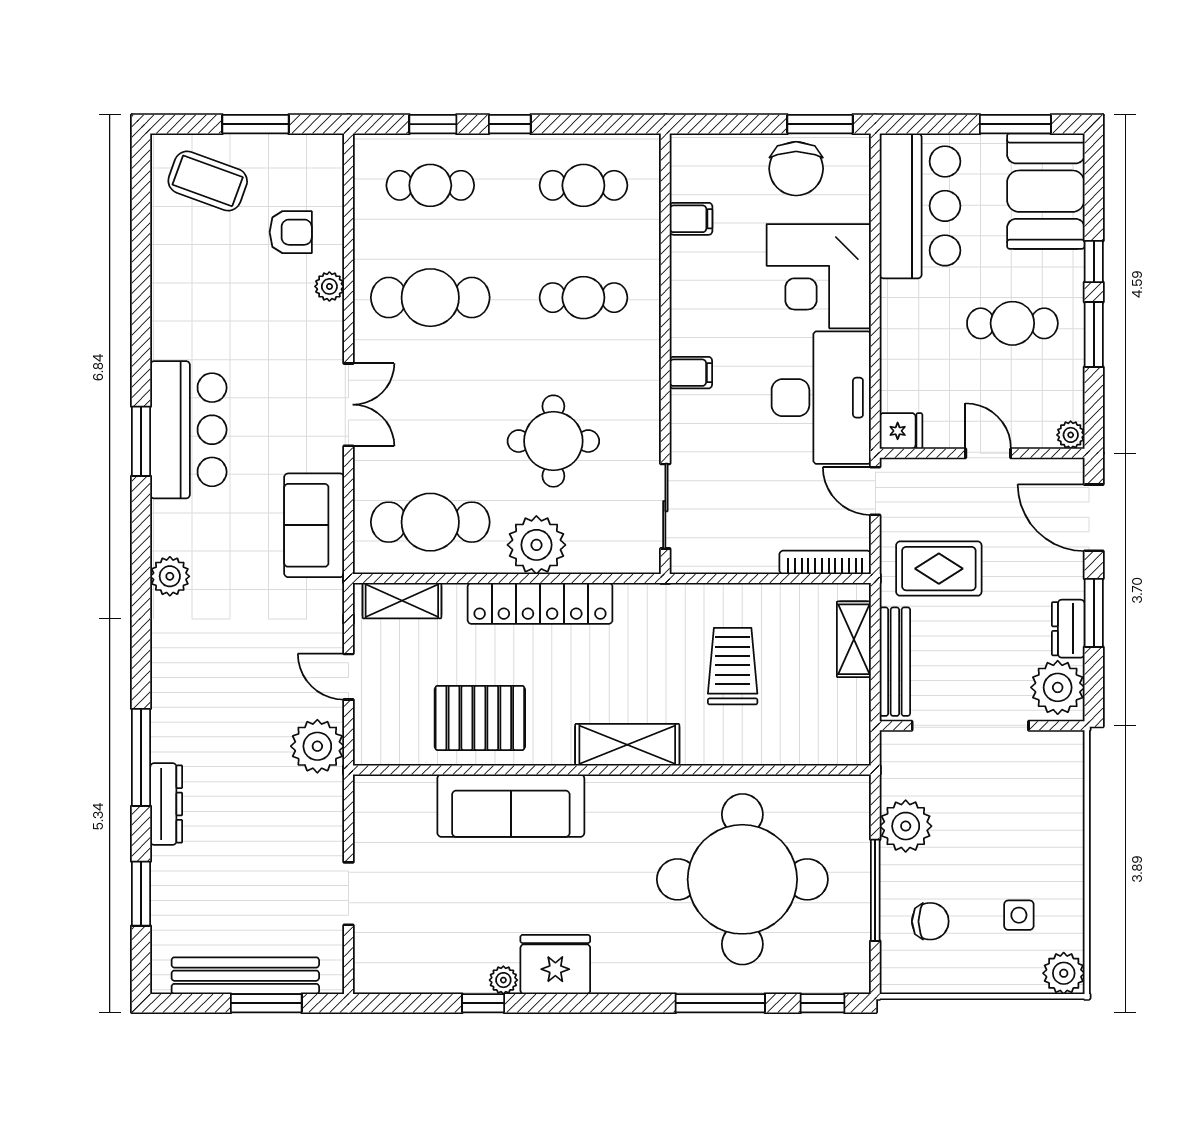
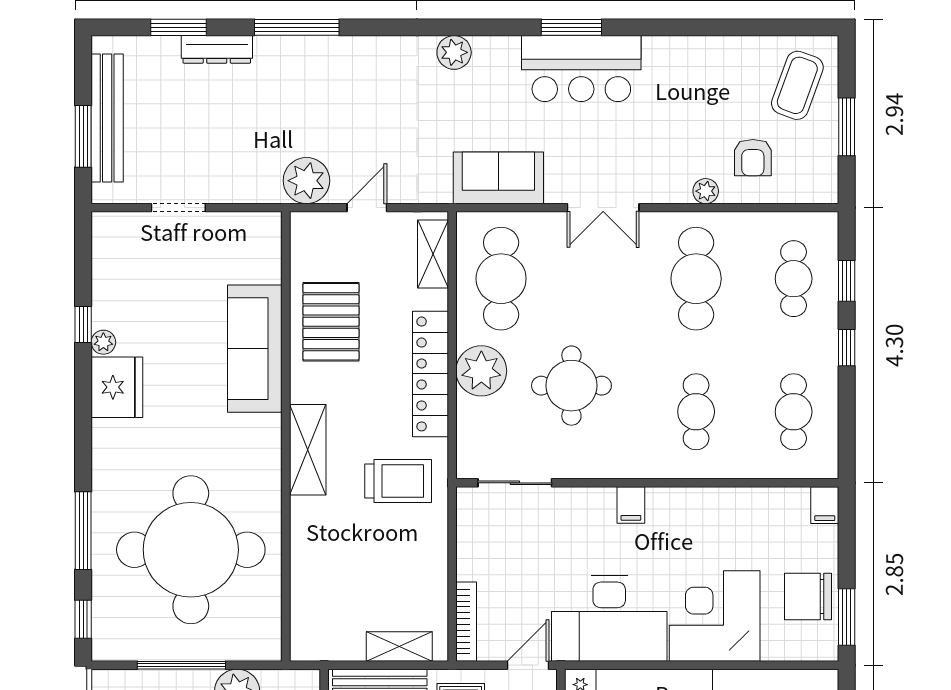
filing cabinet: (691, 219) -> (825, 505), moved
trolley: (733, 666) -> (398, 481), moved
dresser: (166, 804) -> (217, 49), moved

